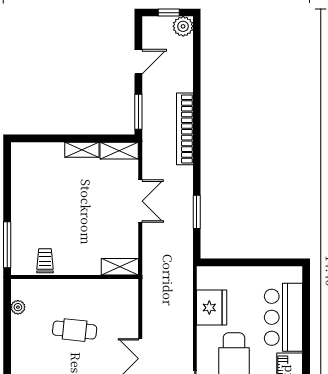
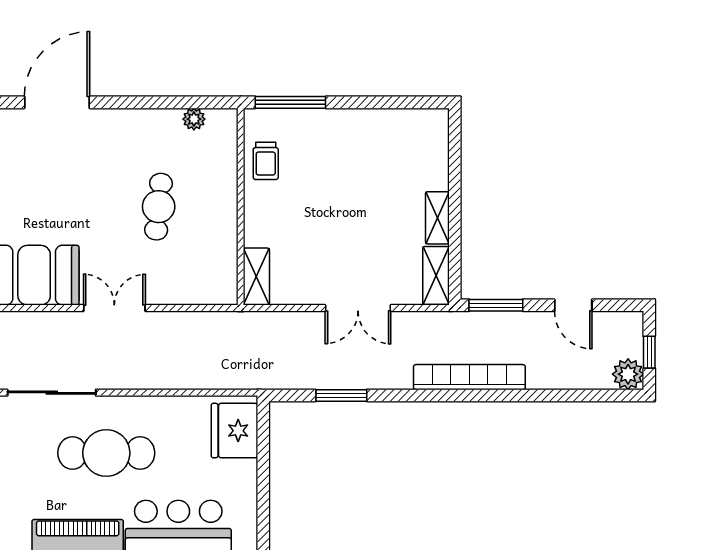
trolley: (45, 261) -> (266, 161), turned 90
fridge: (212, 308) -> (234, 431), moved, turned 90

